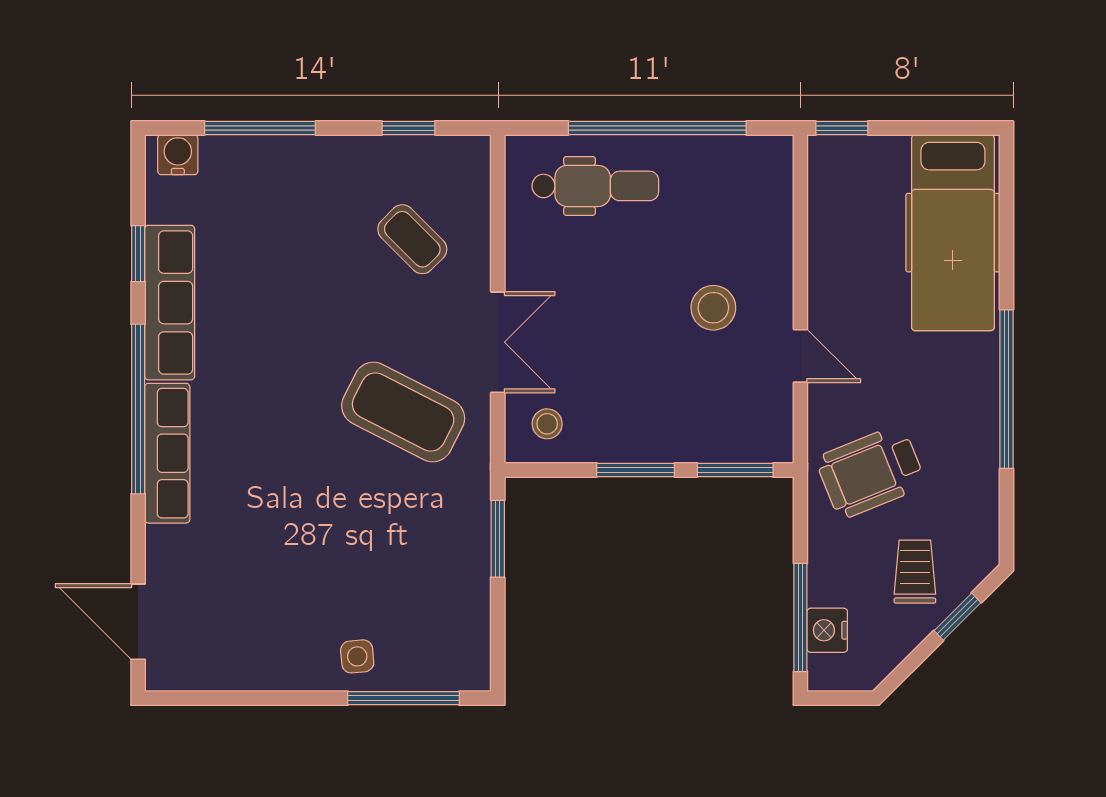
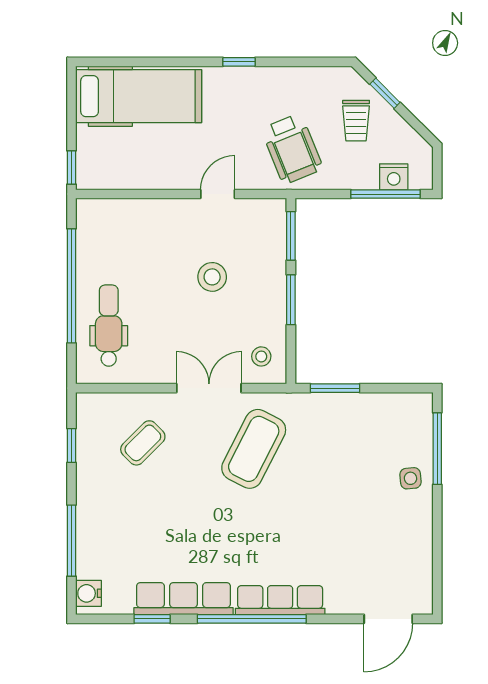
stool: (713, 308) -> (212, 277), moved
window: (1006, 389) -> (239, 62), width x0.32
trolley: (915, 572) -> (356, 121), turned -90

